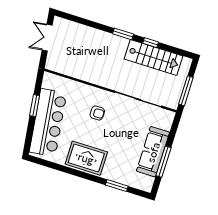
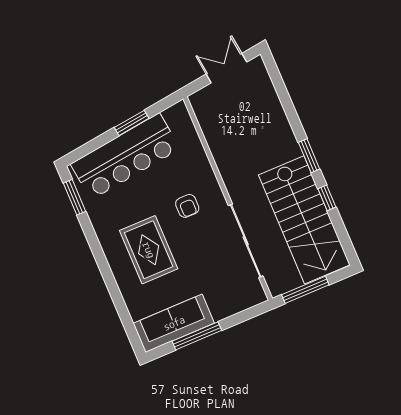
stairs: (153, 58) -> (304, 220), width x1.36, depth x1.51
sofa: (153, 152) -> (174, 323), moved
rug: (86, 158) -> (149, 250), moved
window: (117, 186) -> (74, 197), moved

